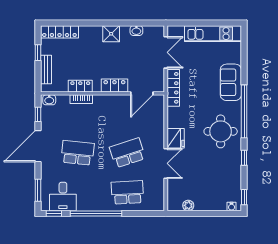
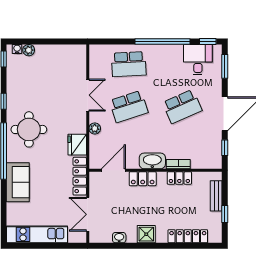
locker: (59, 32) -> (188, 236), moved
washbasin: (49, 100) -> (152, 161), moved, width x1.91, depth x1.45
plant: (159, 132) -> (95, 128), added
fridge: (176, 138) -> (77, 145), moved
school desk: (78, 153) -> (182, 107), turned -30
double door: (166, 163) -> (88, 95), swing flipped
plant: (188, 205) -> (29, 50), moved

